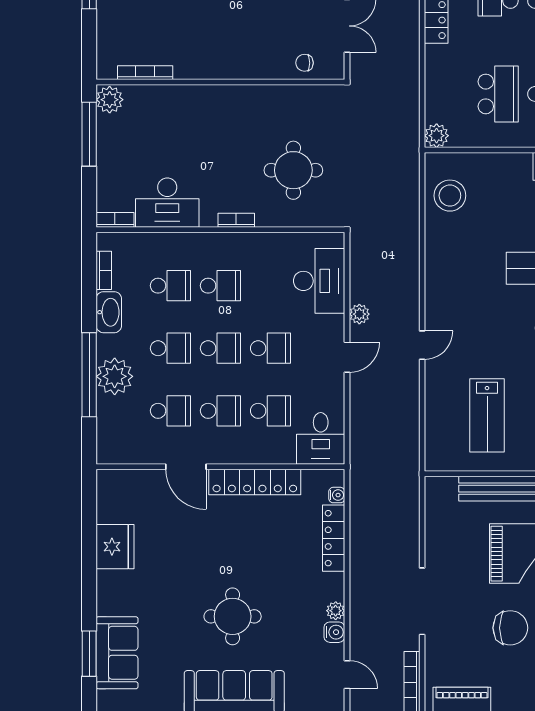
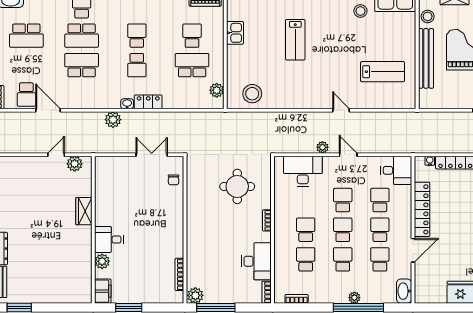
plant: (437, 136) -> (217, 90), moved
washbasin: (109, 312) -> (404, 291), moved, turned -90
plant: (115, 376) -> (354, 298), width x0.53, depth x0.53

